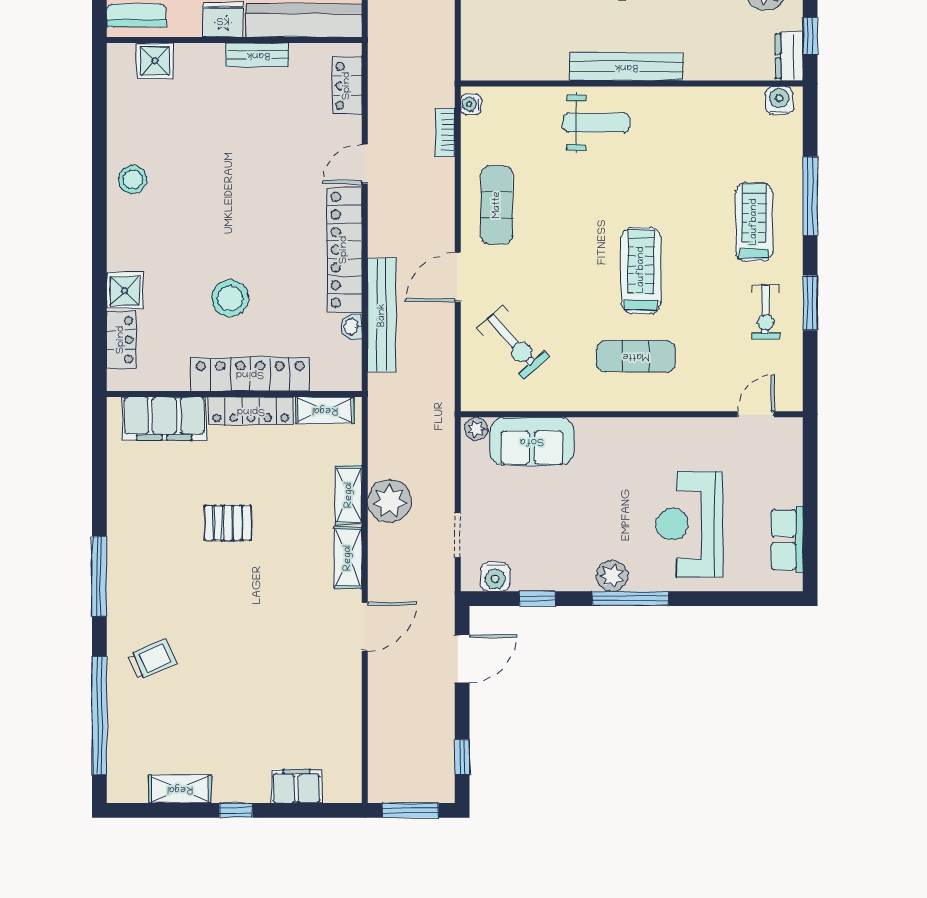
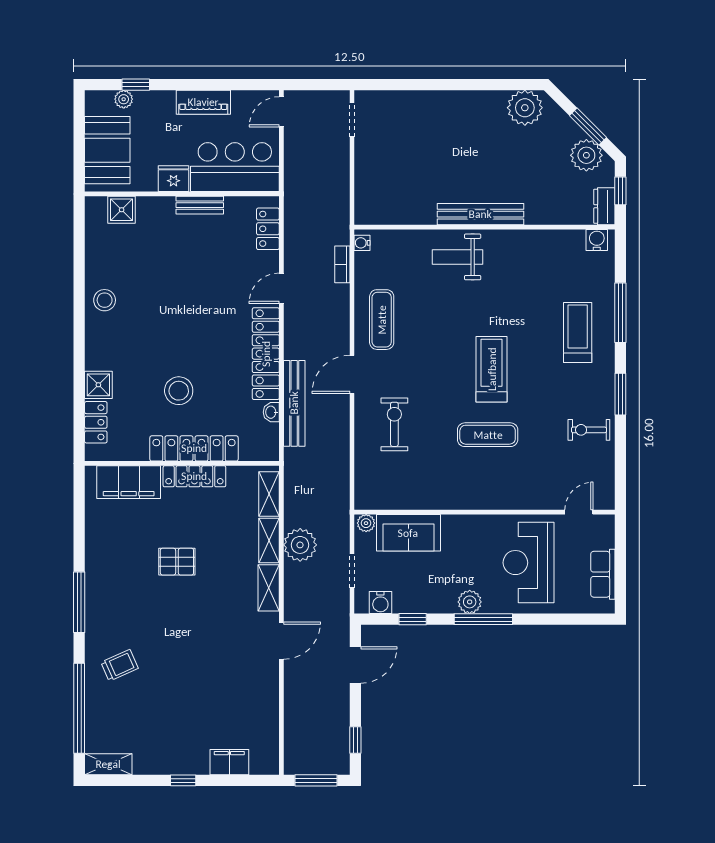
weight bench: (596, 123) -> (457, 257), turned 180
exercise bike: (766, 312) -> (589, 430), moved, turned 90
exercise bike: (513, 343) -> (394, 424), turned -138
shelving: (325, 410) -> (269, 494), moved, turned 90
wall: (632, 414) -> (485, 512), moved
door: (756, 414) -> (579, 512), moved
plant: (476, 429) -> (366, 523), moved
sofa: (532, 441) -> (408, 533), moved
shelving: (180, 789) -> (108, 764), moved

